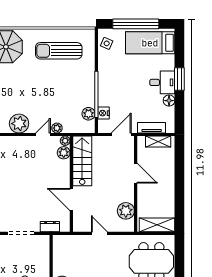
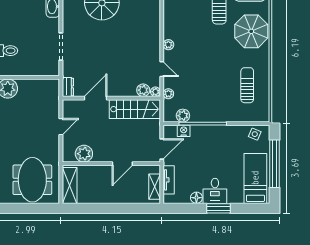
sun lounger: (59, 51) -> (247, 85), width x0.73, depth x0.75
plant: (19, 124) -> (168, 45), width x0.53, depth x0.53
plant: (57, 128) -> (168, 94), moved
door: (121, 135) -> (162, 149), hinge flipped
dresser: (50, 227) -> (68, 87), moved

